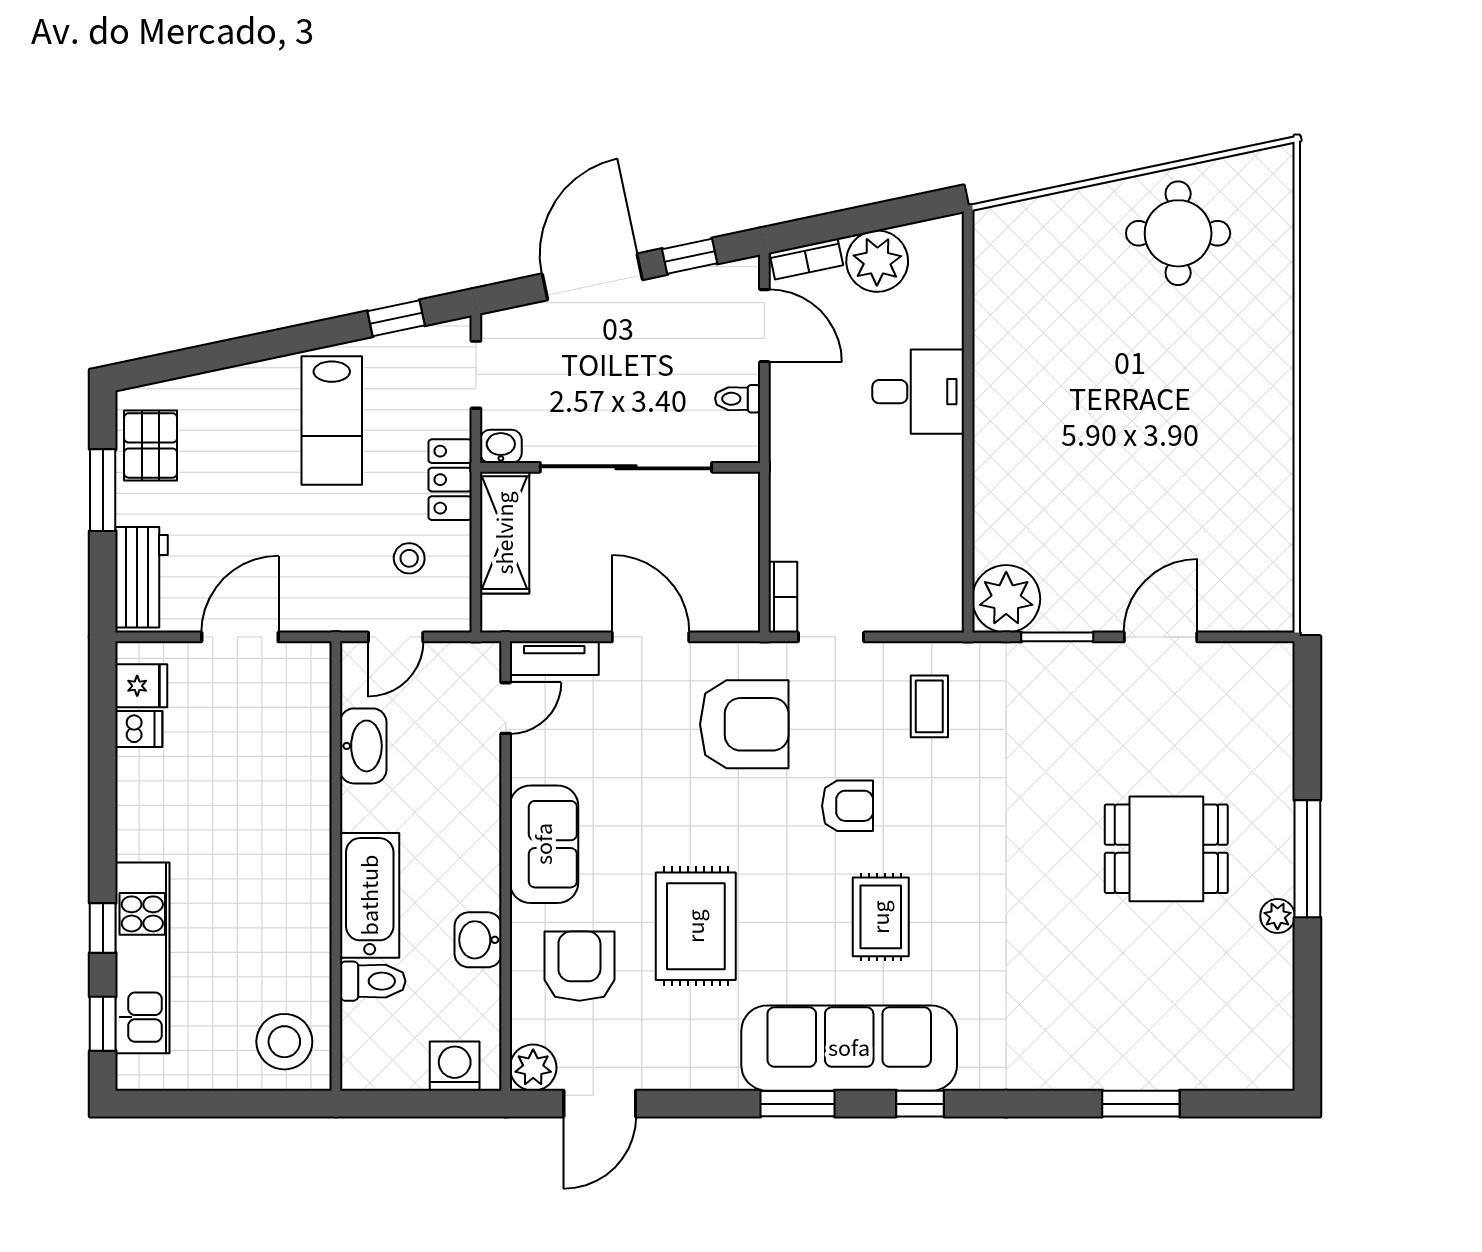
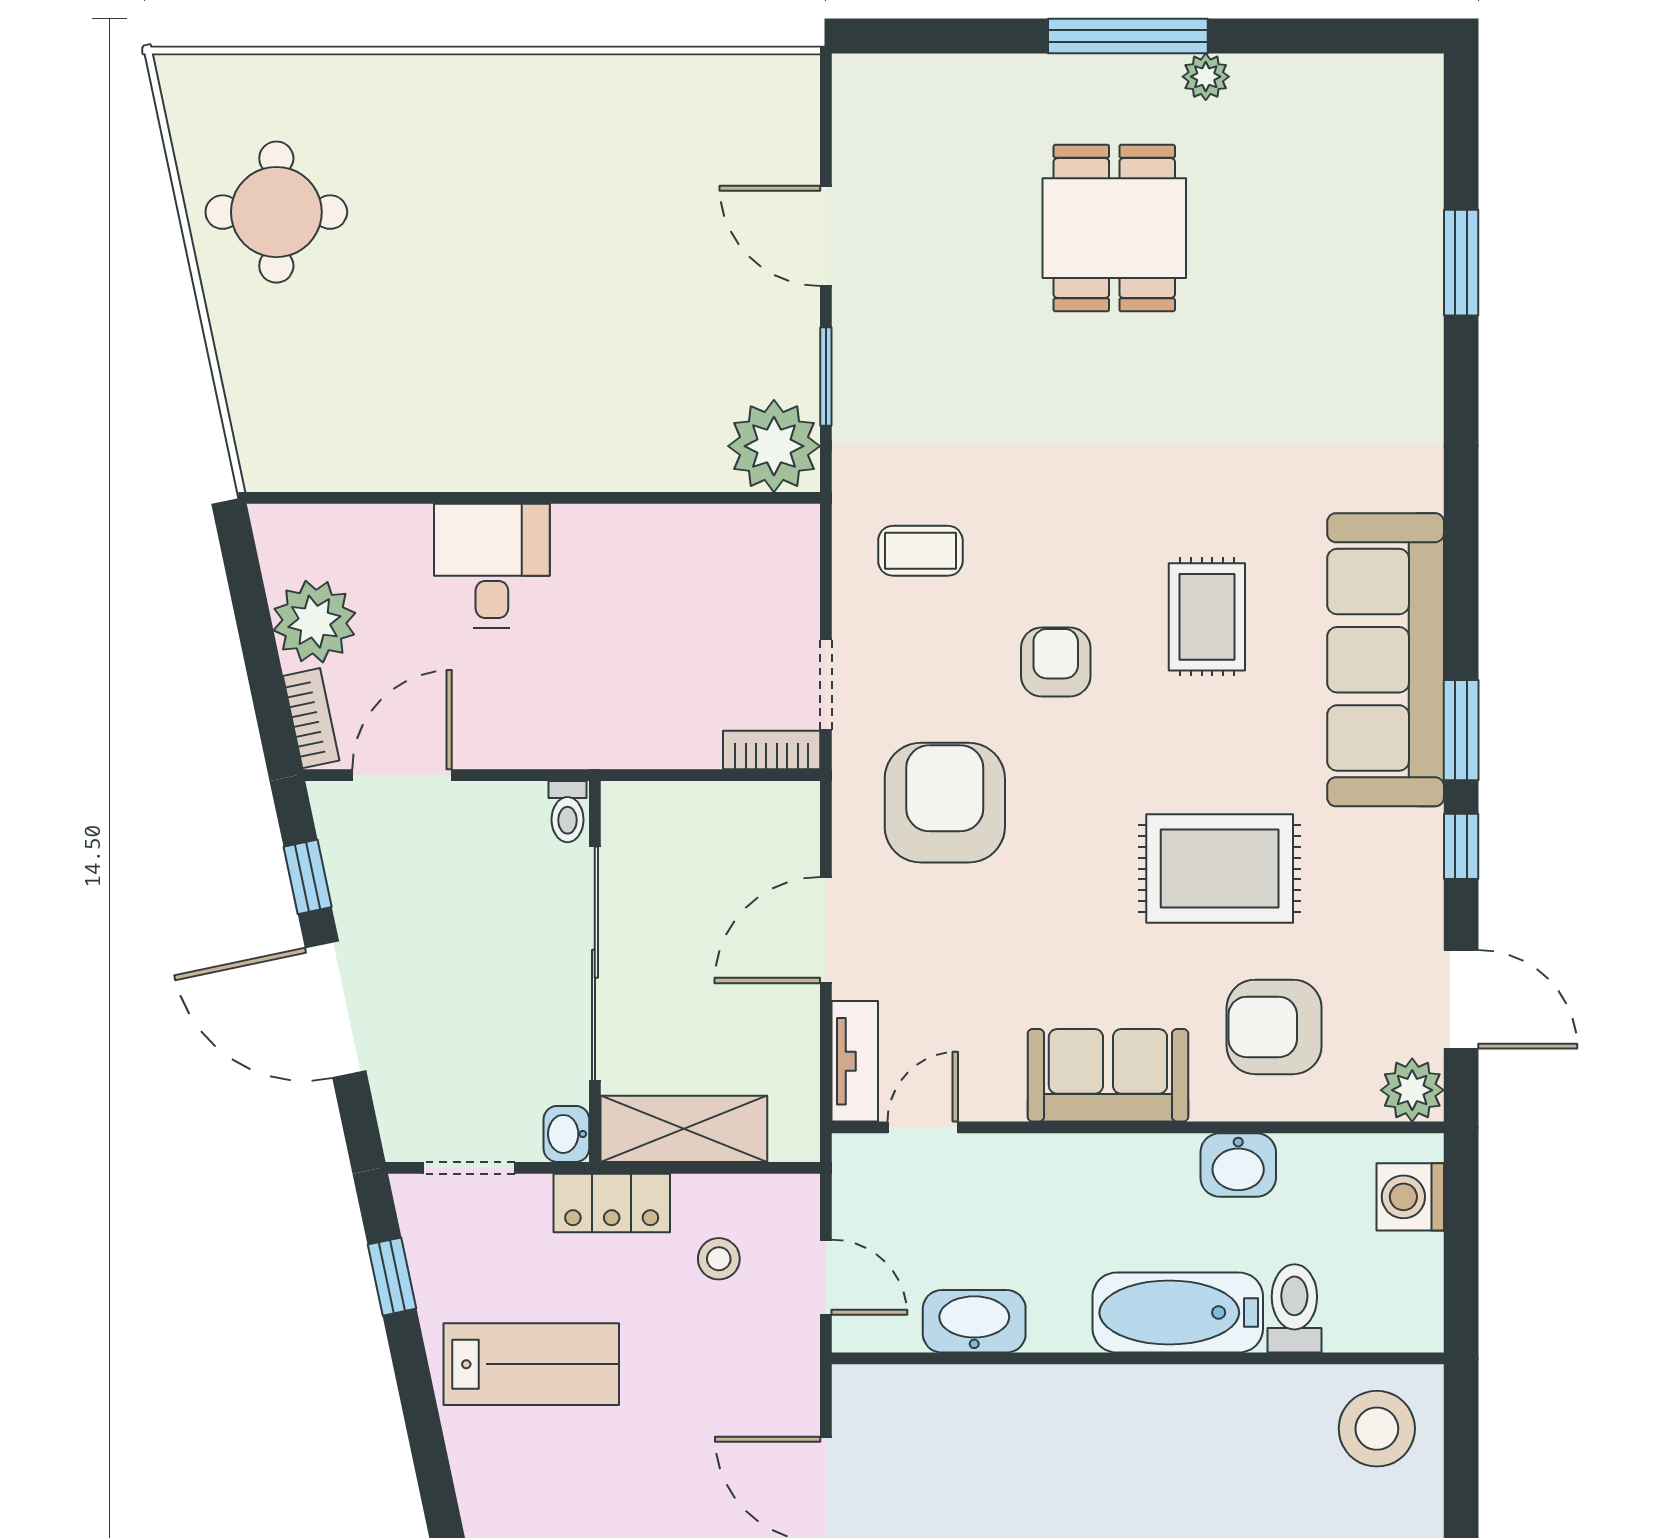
toilet: (738, 399) -> (568, 812), moved
door: (506, 708) -> (923, 1127), hinge flipped
rug: (881, 917) -> (1207, 617), turned 90
window: (920, 1104) -> (1461, 846), moved

